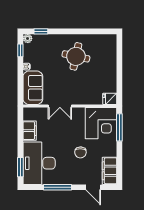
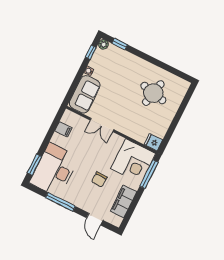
round table: (76, 56) -> (153, 93), moved
filing cabinet: (30, 131) -> (63, 129), width x0.50
filing cabinet: (110, 171) -> (123, 201), moved

